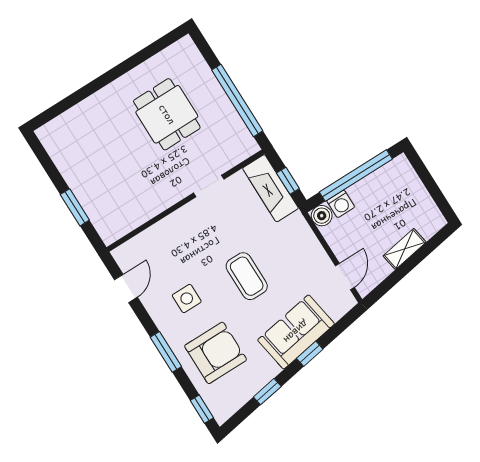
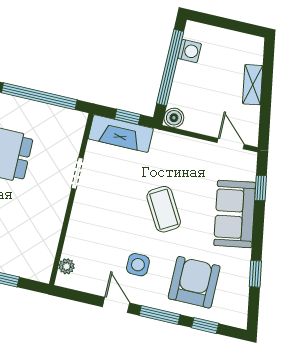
washing machine: (341, 204) -> (190, 51), moved
plant: (132, 247) -> (67, 266), added
coffee table: (247, 276) -> (164, 209), turned 60
door: (126, 288) -> (116, 305), moved
window: (310, 354) -> (261, 188), moved
window: (202, 409) -> (205, 326), moved

